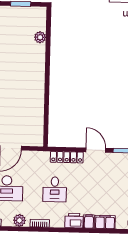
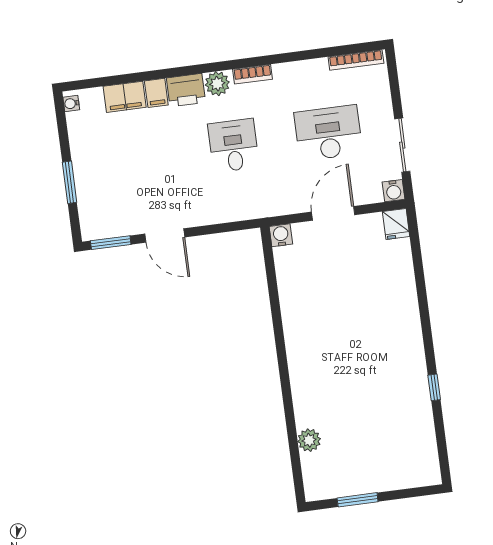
water cooler: (38, 141) -> (281, 235), added
locker: (67, 157) -> (220, 213), removed
plant: (19, 220) -> (217, 84), moved

